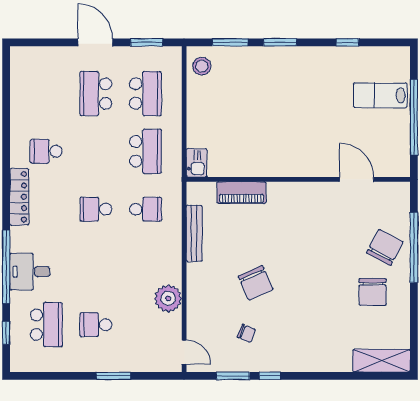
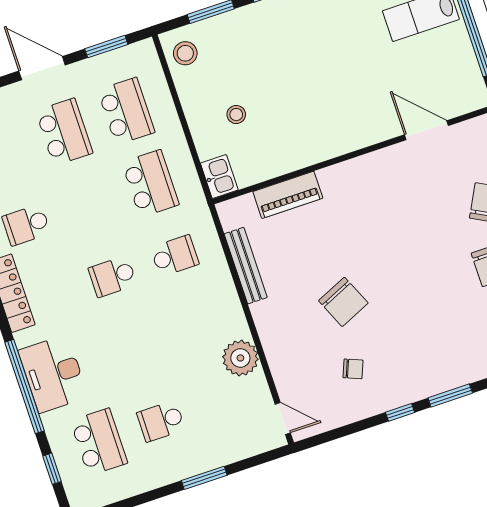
school desk: (96, 94) -> (64, 132), turned 180
stool: (224, 122) -> (236, 115), added
desk: (30, 272) -> (53, 374), width x1.37
window: (233, 376) -> (450, 396), moved

